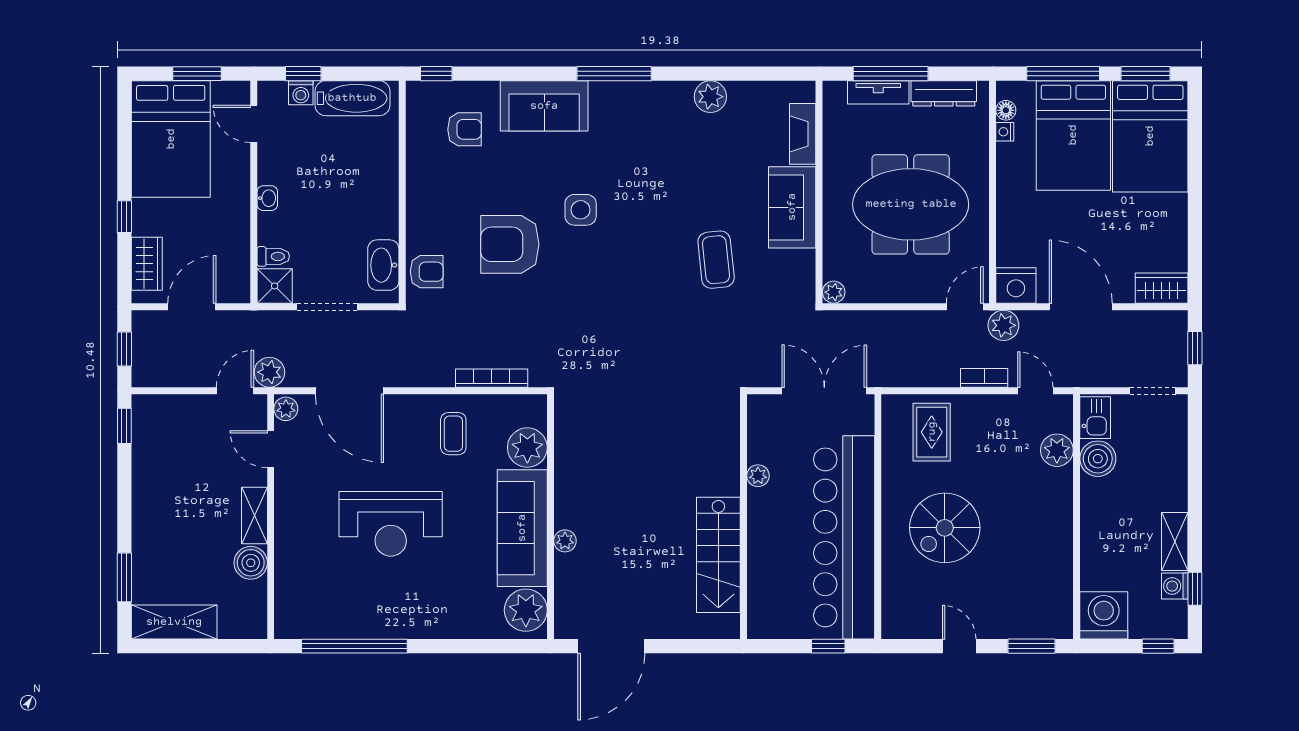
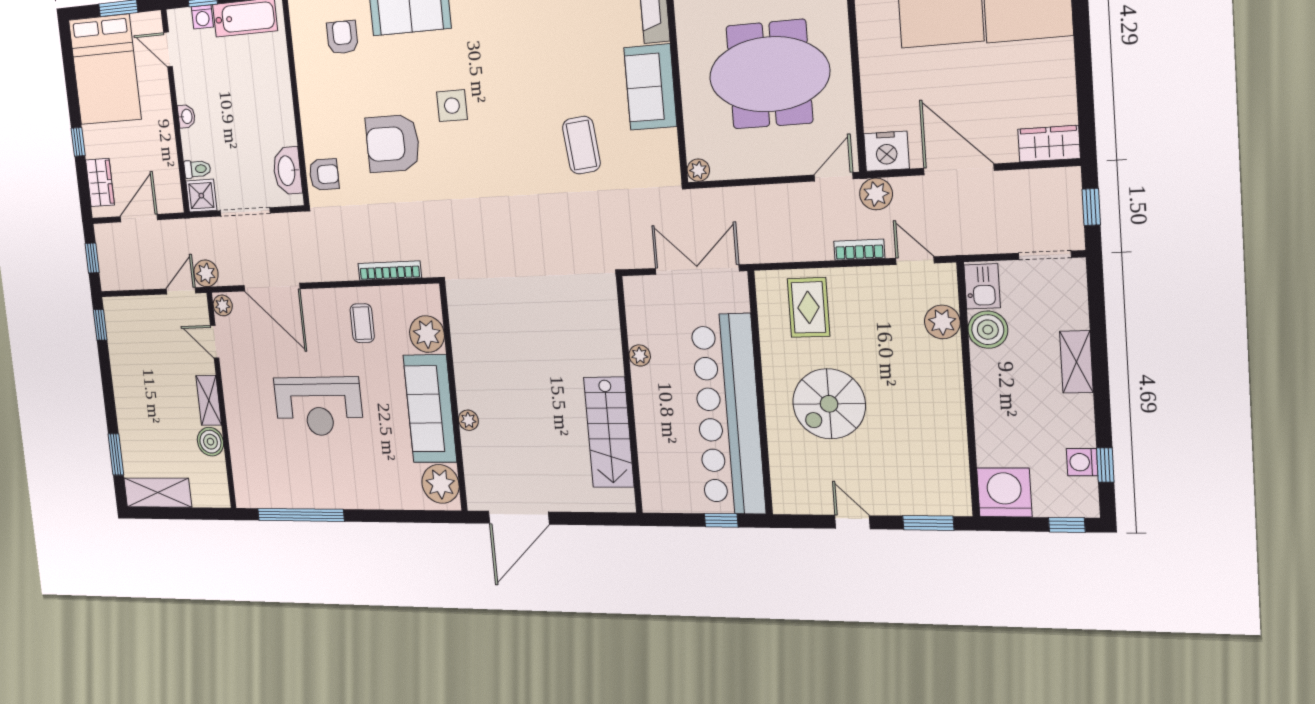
armchair: (464, 129) -> (342, 37), turned -90
shelving: (1175, 541) -> (1076, 362), moved

